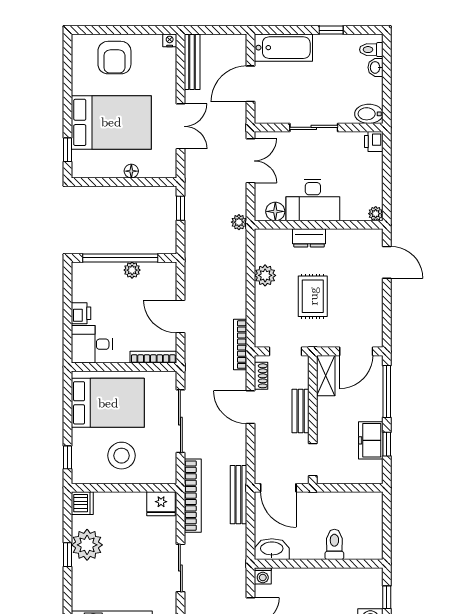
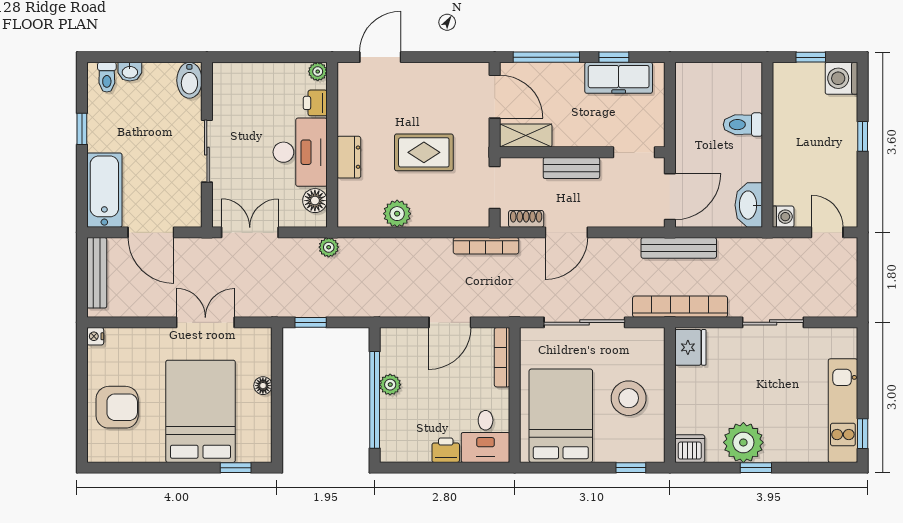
bench: (192, 62) -> (97, 273), moved, turned 90
printer: (374, 141) -> (315, 103), moved, turned 90
freezer: (371, 440) -> (619, 78), width x1.40

